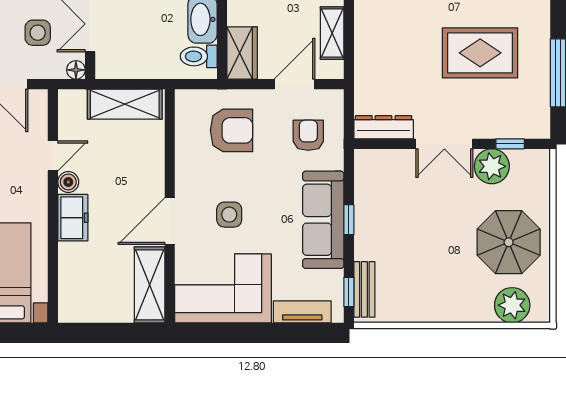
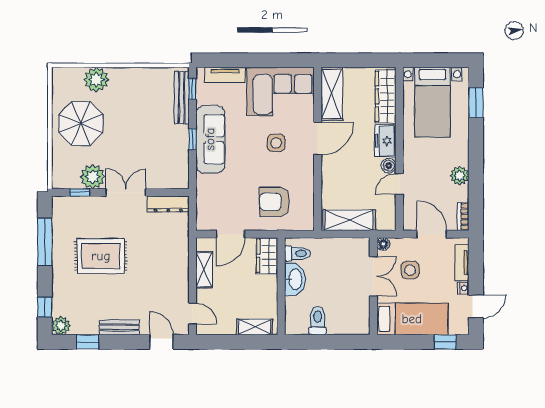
armchair: (308, 135) -> (221, 198), removed
wardrobe: (73, 281) -> (386, 96), added
bench: (364, 289) -> (182, 98), width x1.36
plant: (512, 305) -> (96, 80), moved

